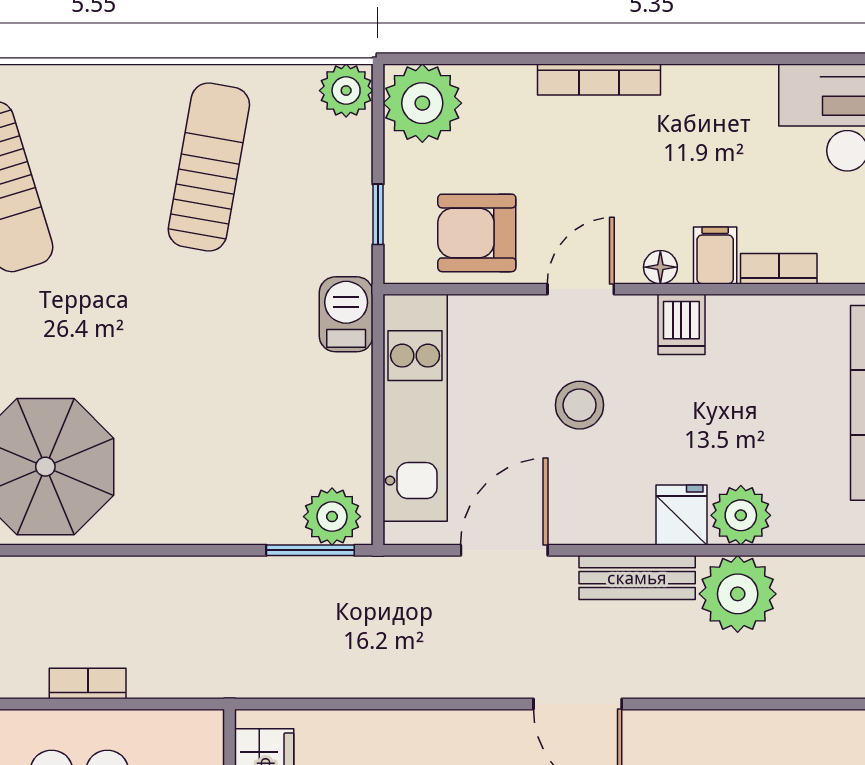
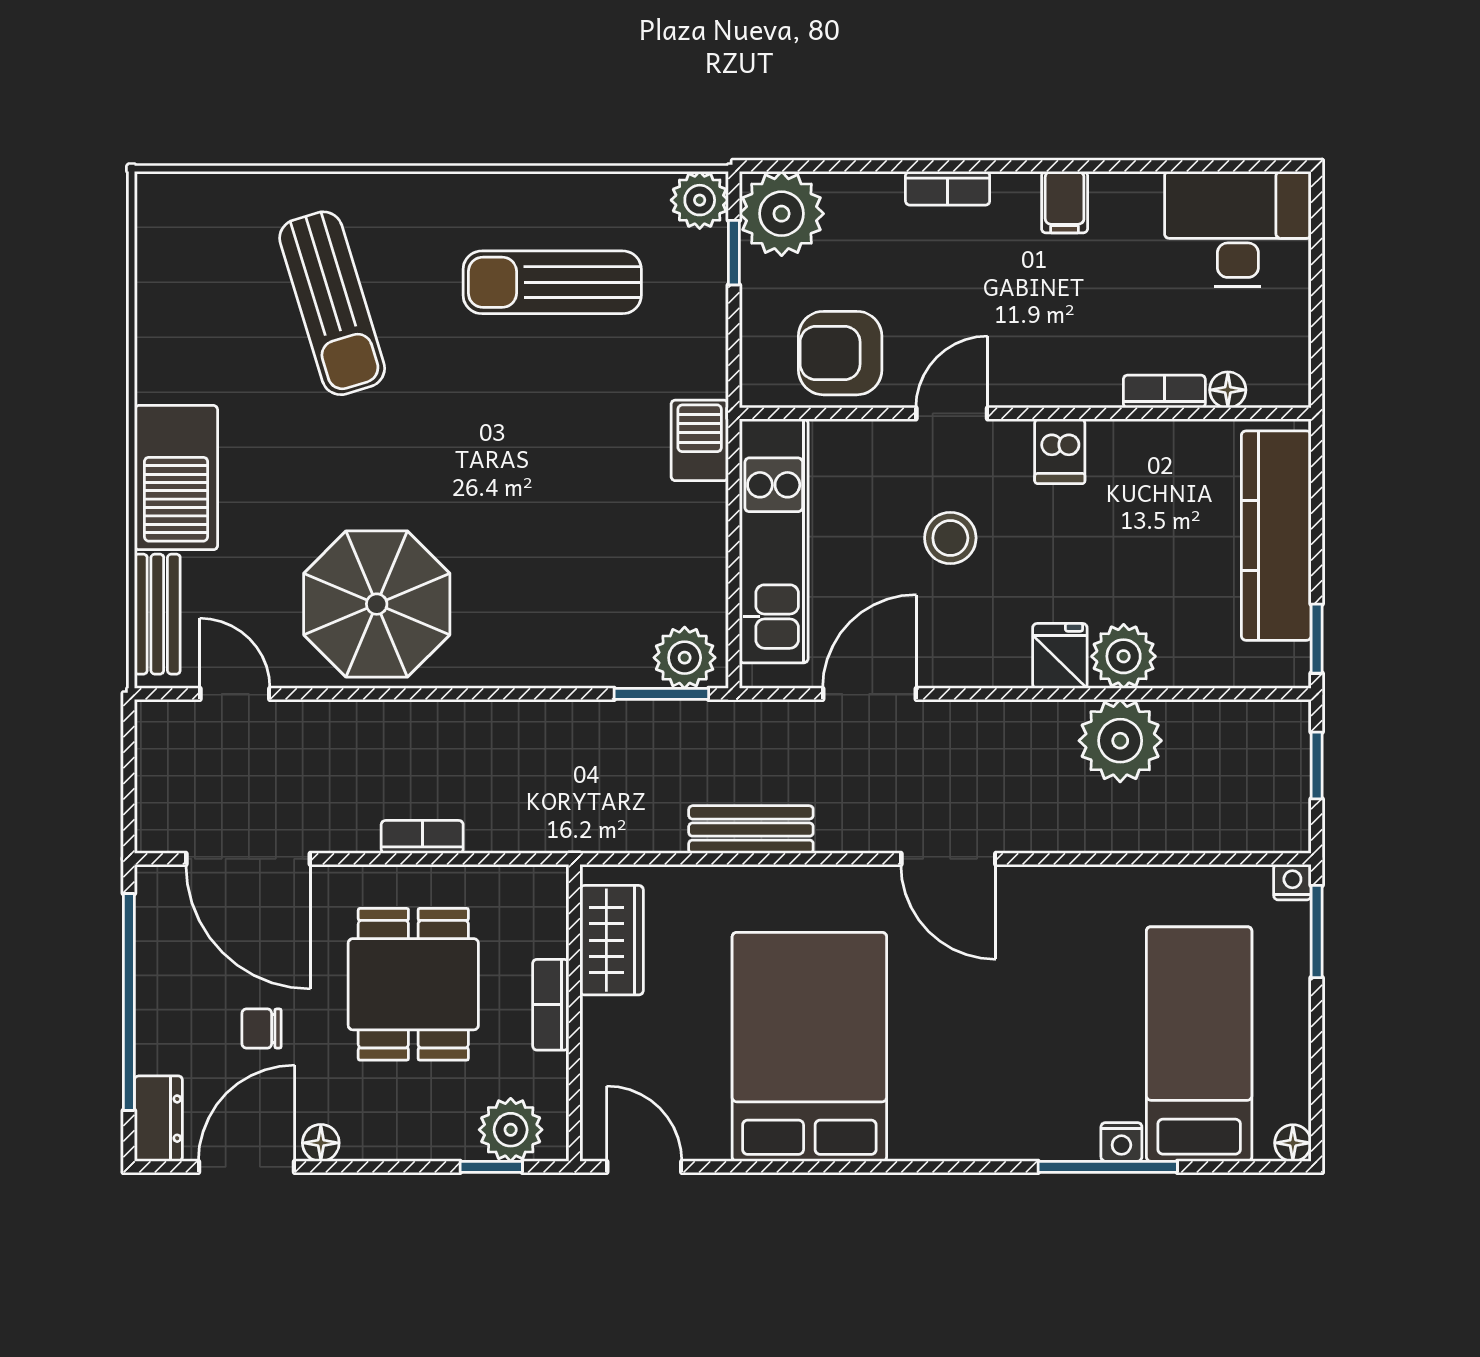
bookcase: (599, 80) -> (948, 188), width x0.64
sun lounger: (209, 167) -> (552, 282), turned -100
window: (378, 214) -> (734, 253), moved
filing cabinet: (715, 255) -> (1065, 202), moved, turned 180
floor lamp: (660, 267) -> (1228, 390), moved
bench: (637, 578) -> (751, 830), moved

